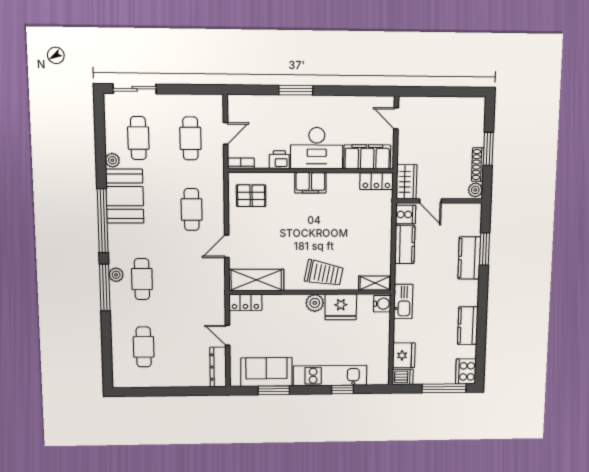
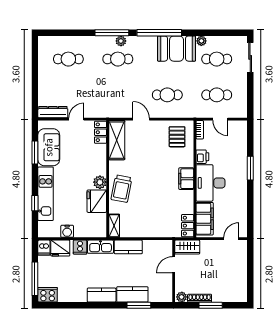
cooker: (406, 214) -> (80, 247), moved
kitchen counter: (405, 245) -> (128, 247), moved
water cooler: (382, 304) -> (67, 231), moved
kitchen counter: (468, 326) -> (102, 295), moved

